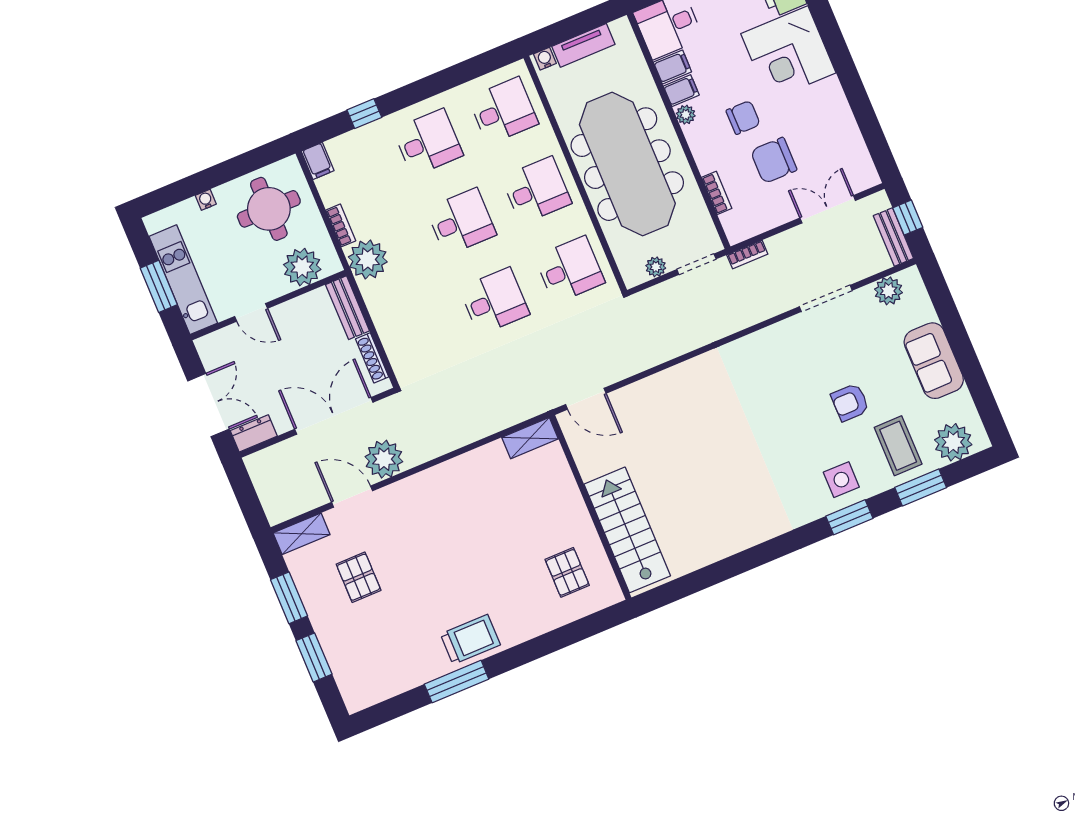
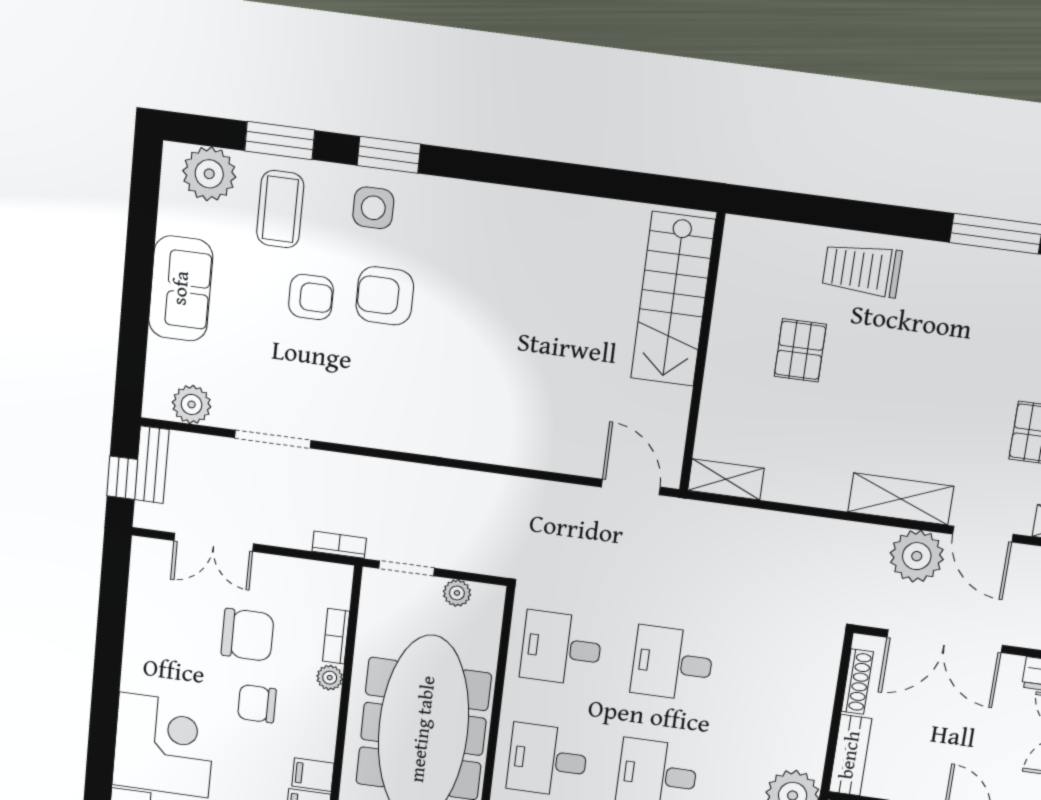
plant: (686, 115) -> (330, 678), moved
armchair: (805, 430) -> (385, 296), added
shelving: (415, 489) -> (901, 499), added
pallet: (567, 572) -> (800, 350), moved
trolley: (470, 639) -> (862, 270), moved

